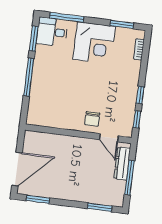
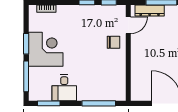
window: (122, 24) -> (26, 44), moved
desk: (52, 32) -> (64, 88), moved
window: (29, 77) -> (99, 103), moved

